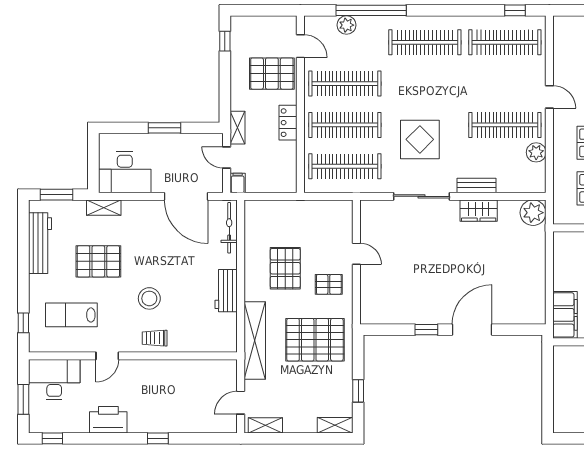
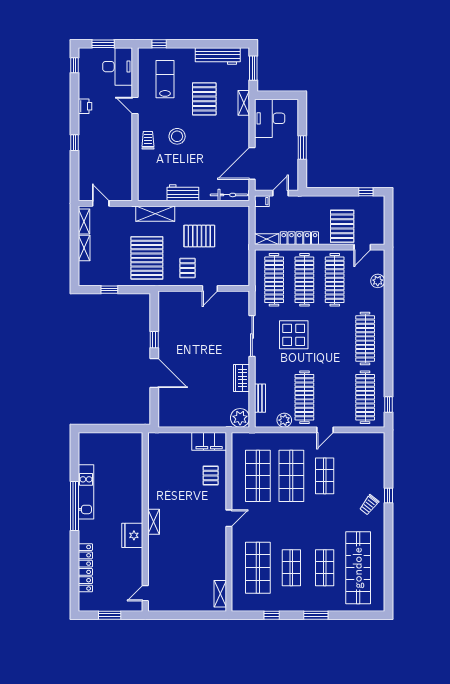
window: (371, 10) -> (388, 299), removed
locker: (288, 123) -> (299, 238), width x1.53
shelving: (238, 128) -> (267, 239), moved
bench: (476, 185) -> (260, 398), moved
filing cabinet: (565, 315) -> (209, 441), moved
shelving: (255, 340) -> (155, 214), width x0.68
printer: (108, 420) -> (85, 106), width x0.53, depth x0.68
shelving: (335, 425) -> (84, 248), moved

